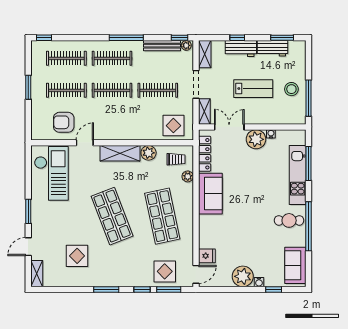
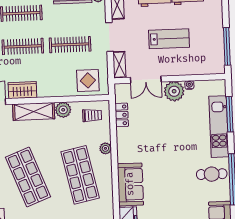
stool: (291, 89) -> (209, 38), removed
double door: (229, 127) -> (146, 80), swing flipped
wardrobe: (110, 132) -> (22, 90), added
locker: (205, 154) -> (122, 115), width x0.66
plant: (188, 176) -> (105, 148), moved
sofa: (210, 194) -> (130, 184), moved

